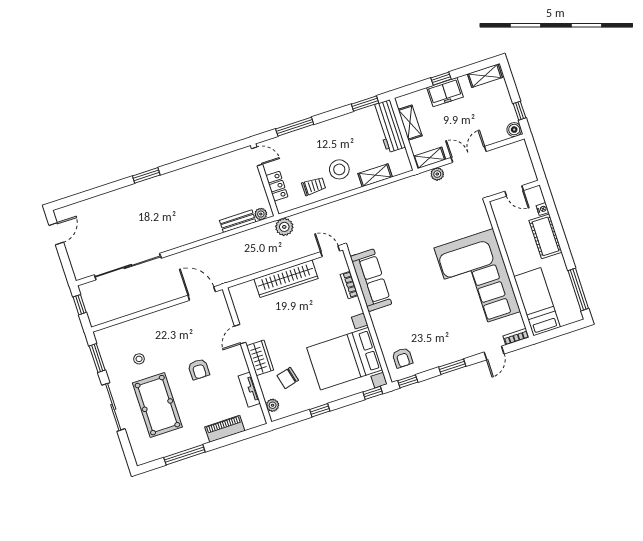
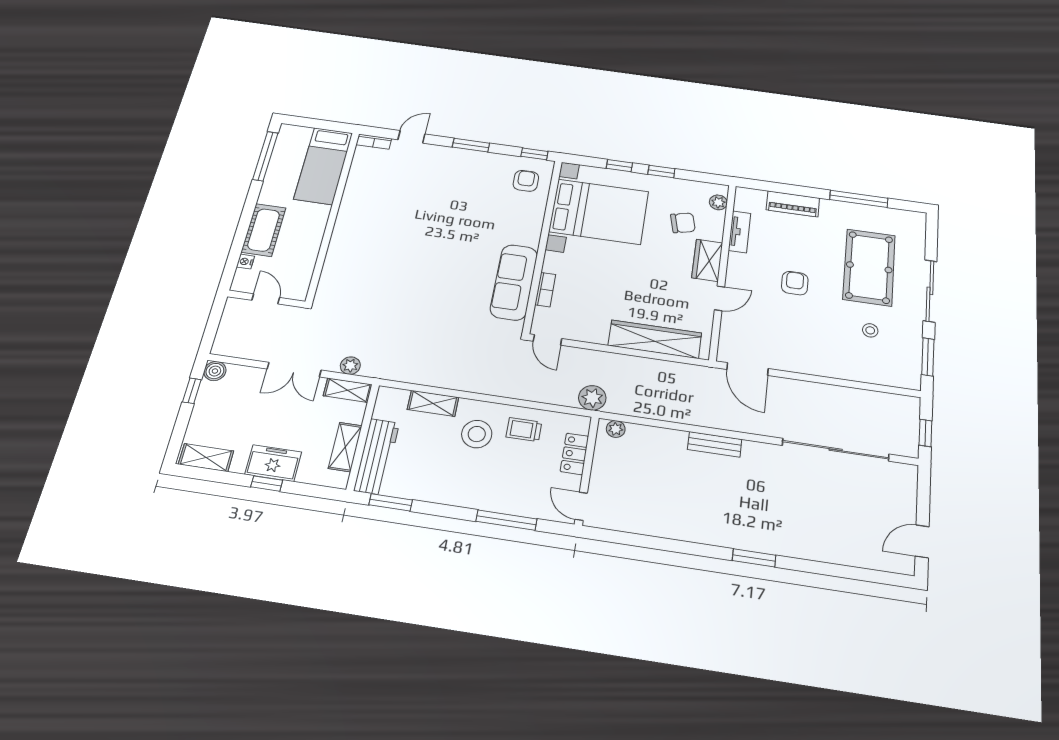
bench: (238, 221) -> (715, 444), moved
wardrobe: (286, 279) -> (655, 339), moved
corner sofa: (477, 280) -> (380, 222), removed
window: (373, 393) -> (619, 166), moved

